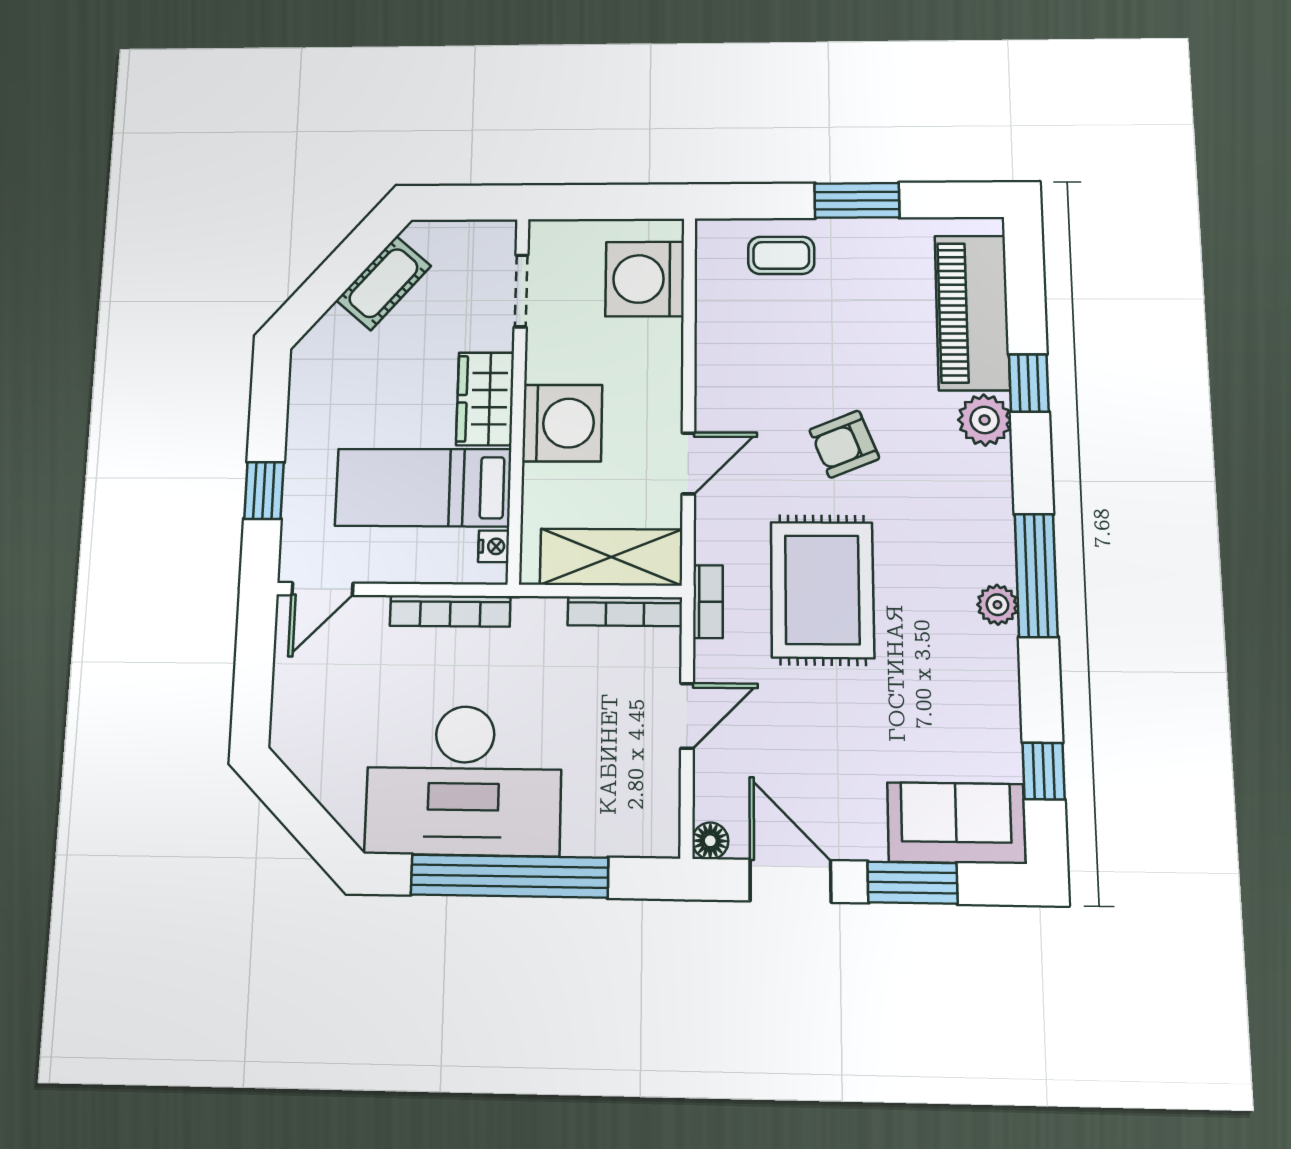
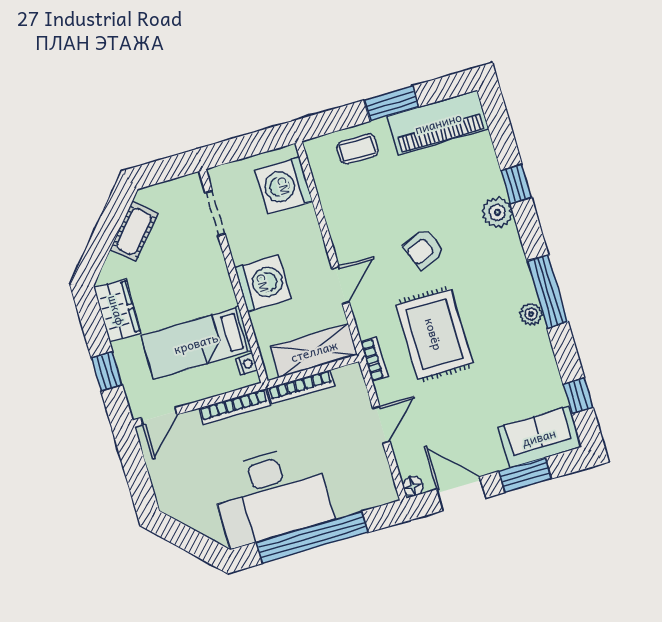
piano: (972, 313) -> (438, 123), moved, turned -90
wardrobe: (485, 399) -> (117, 310), moved, turned 180
bookcase: (625, 611) -> (301, 387), moved

